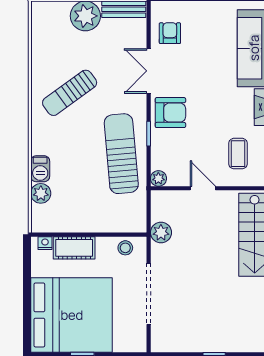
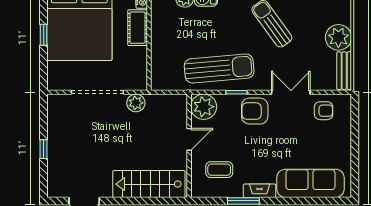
armchair: (170, 113) -> (255, 111), turned 90
plant: (158, 178) -> (204, 107), width x1.88, depth x1.88
plant: (161, 232) -> (136, 103), moved
stool: (125, 248) -> (137, 72), removed

